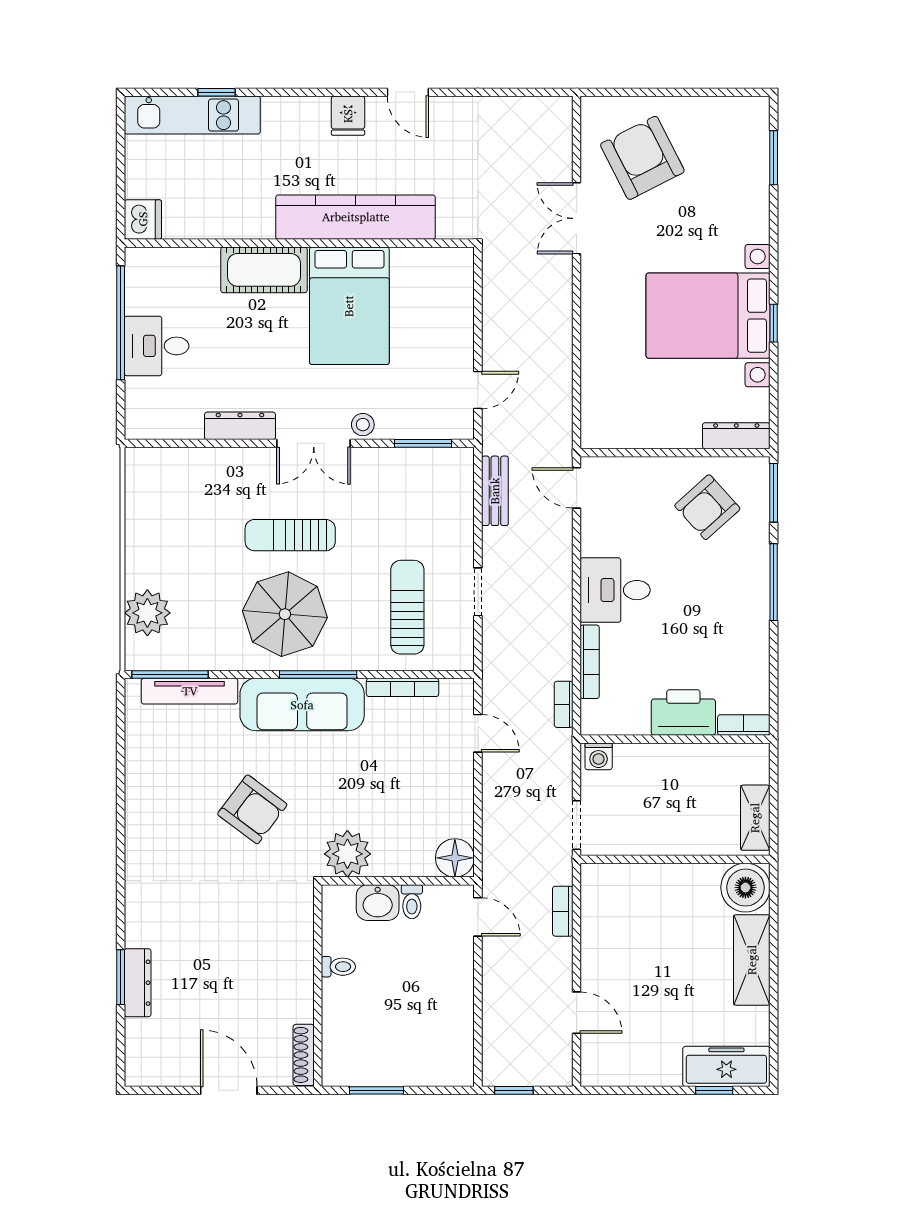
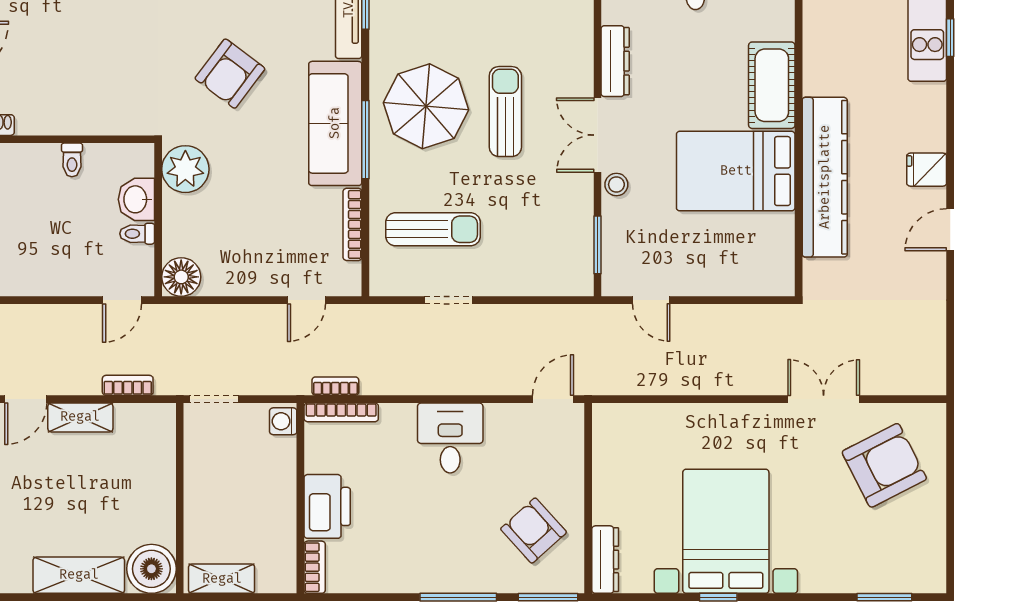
bench: (495, 491) -> (550, 317), removed
bookcase: (590, 662) -> (341, 412), moved
shelving: (595, 958) -> (80, 417), added

